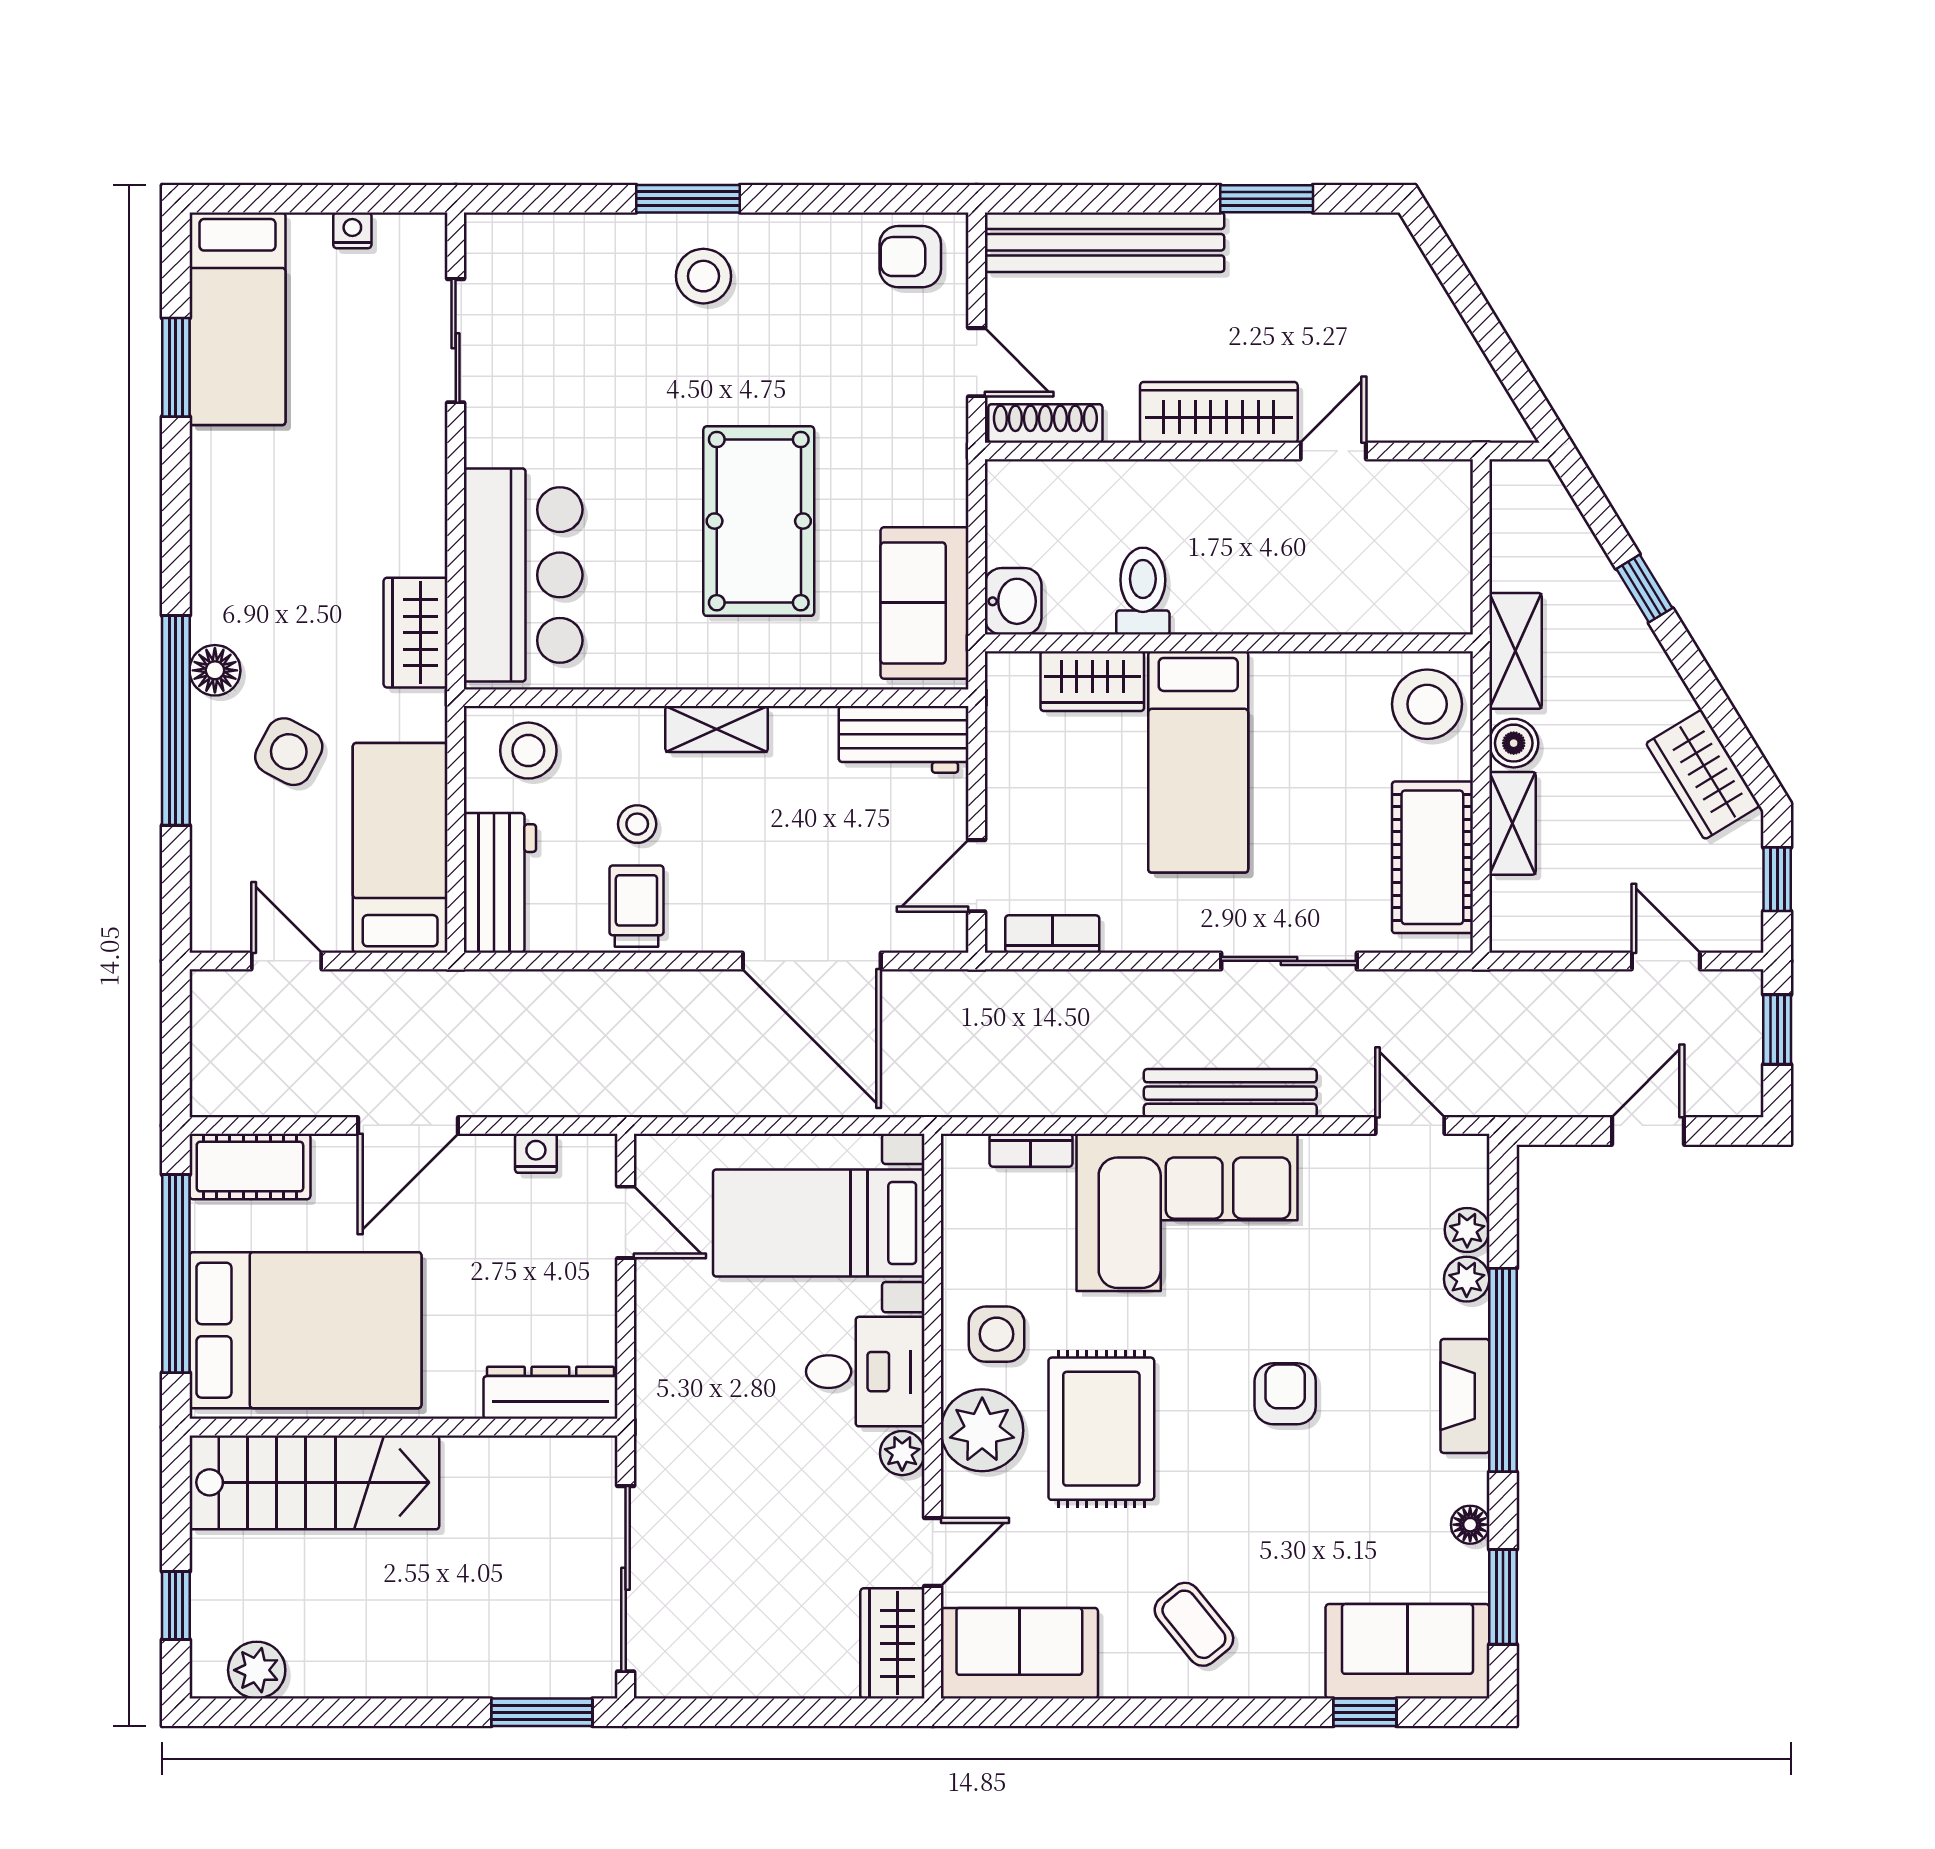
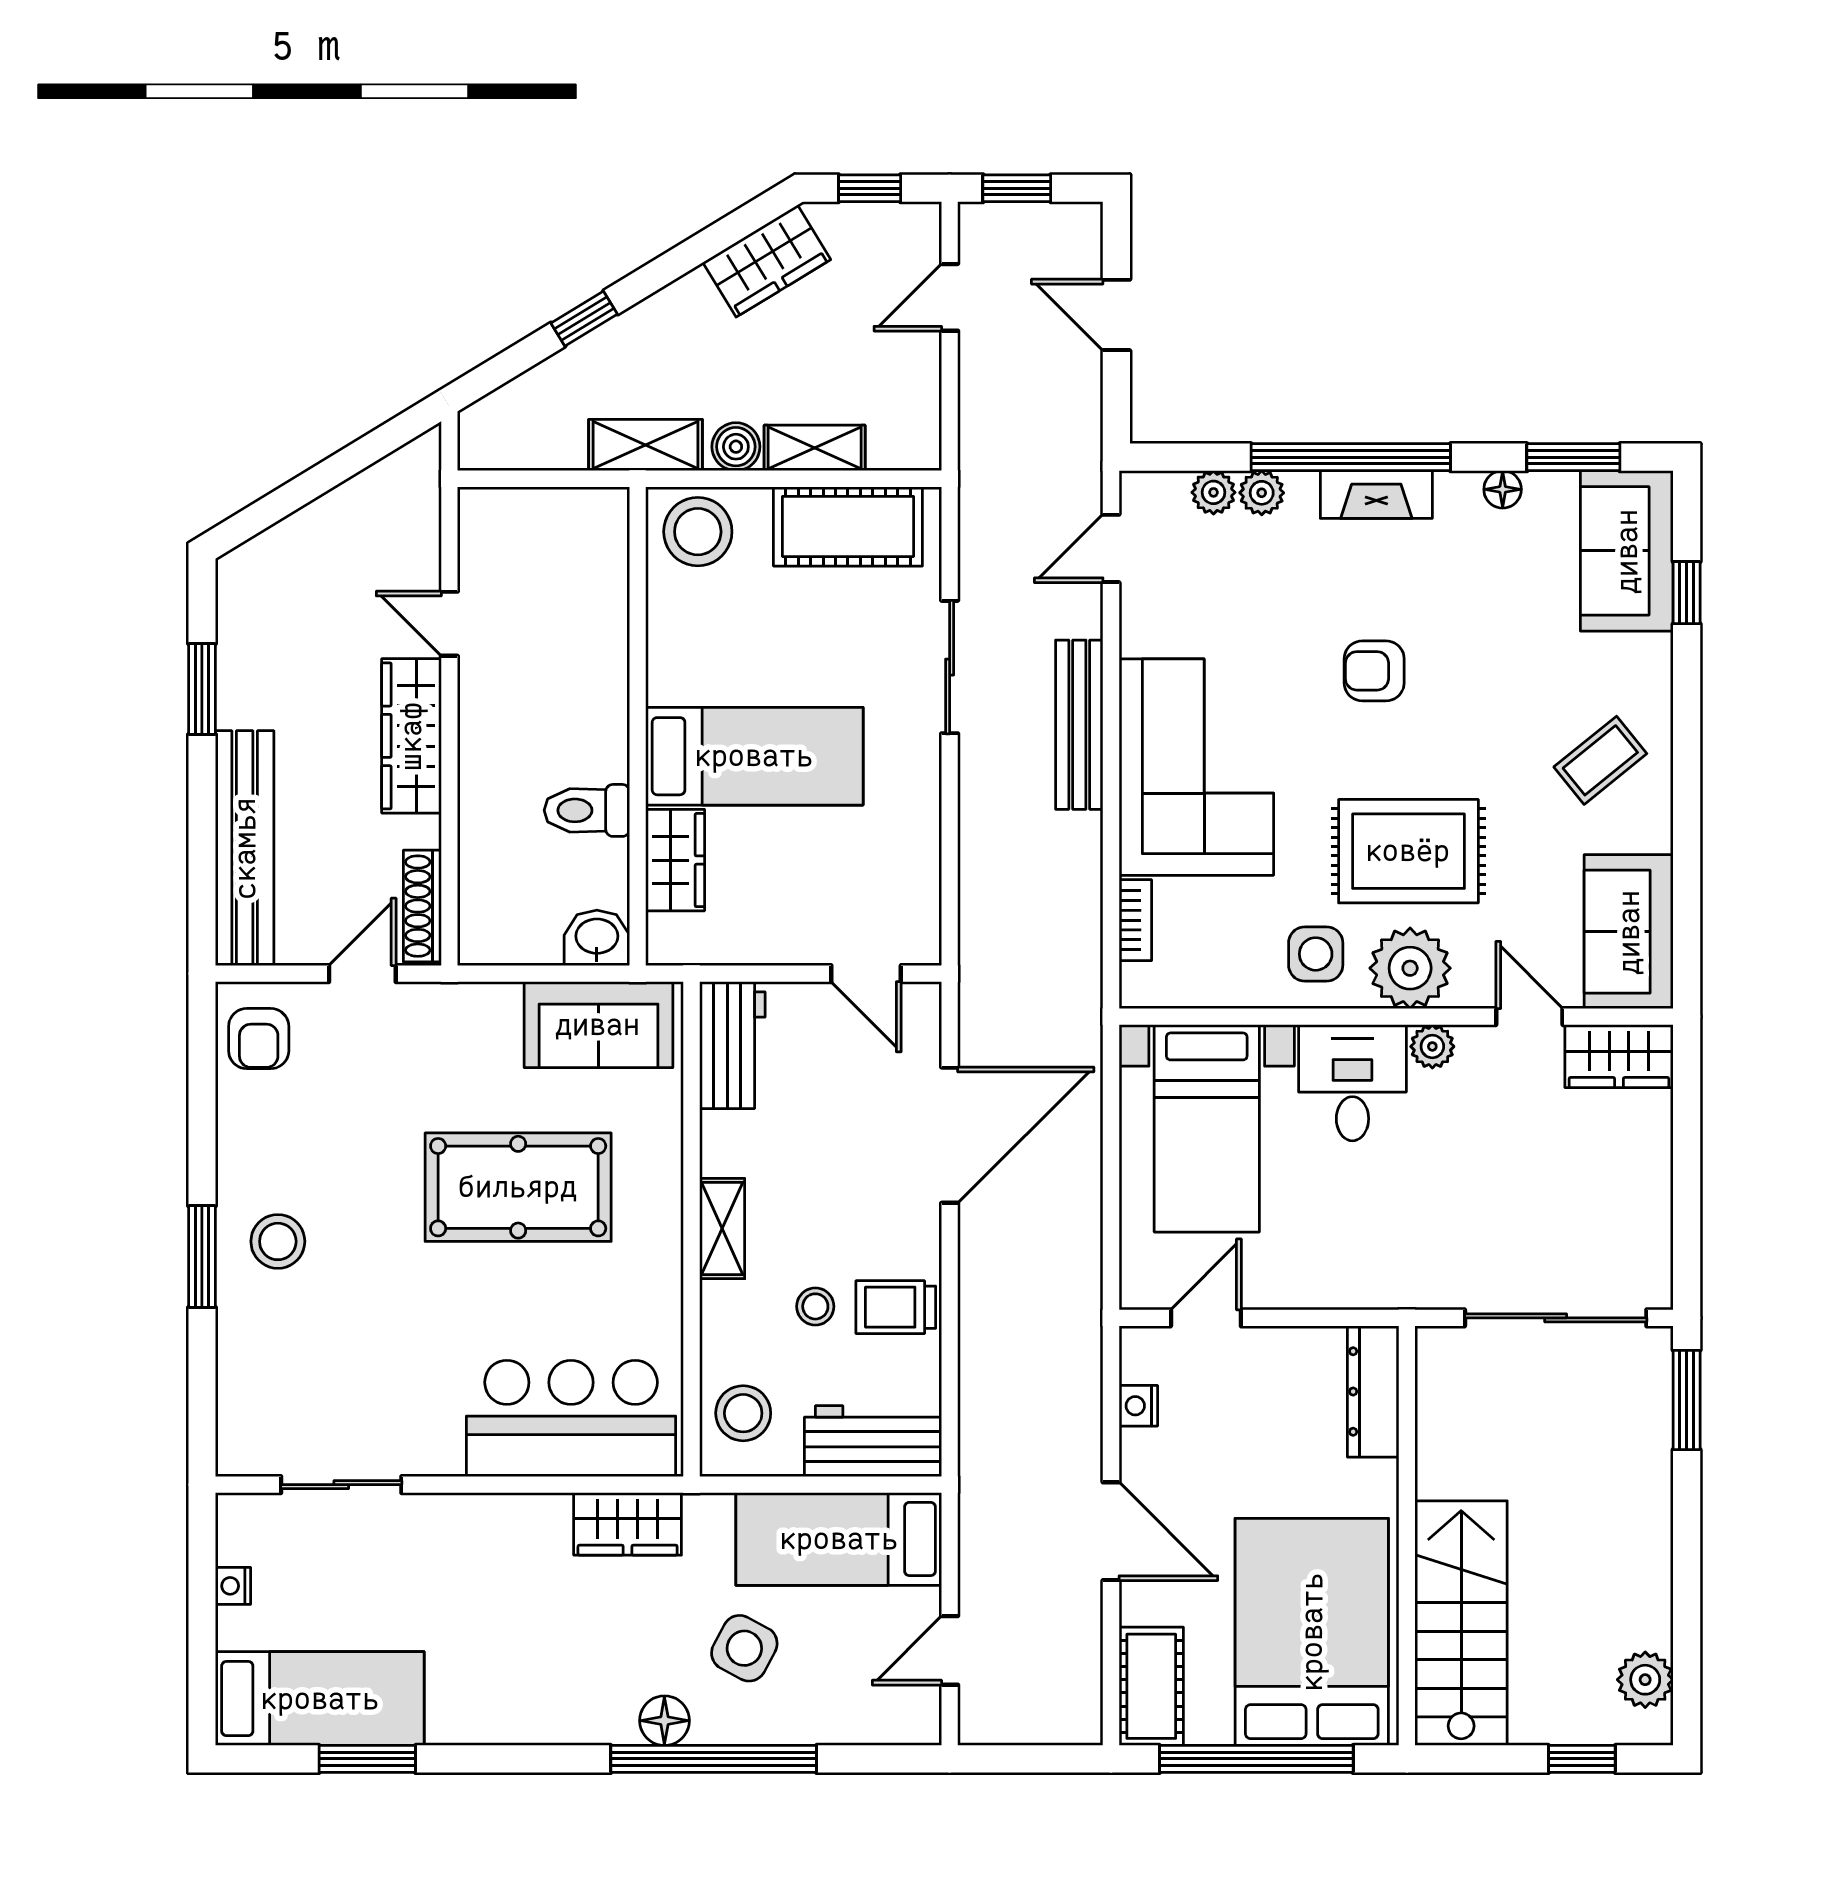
bookcase: (1052, 934) -> (923, 899), removed

